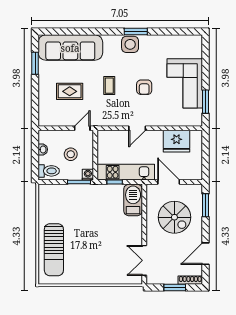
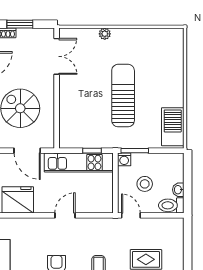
door: (82, 128) -> (131, 215), swing flipped
toilet: (49, 171) -> (171, 205), moved
barbecue: (133, 200) -> (173, 127), moved, turned 180
sun lounger: (54, 250) -> (123, 96), moved
plant: (104, 279) -> (105, 34), added

